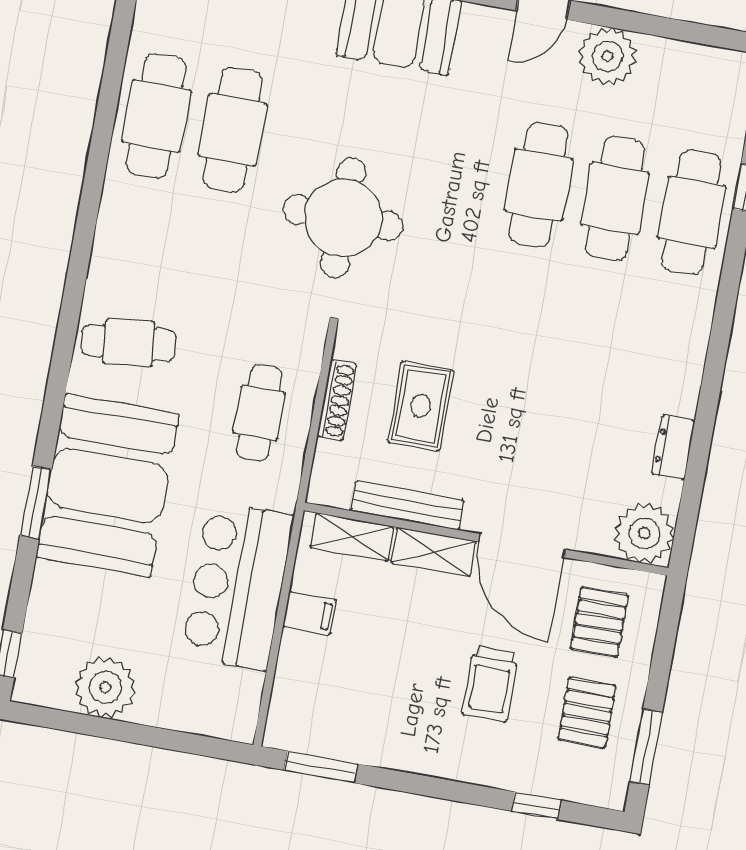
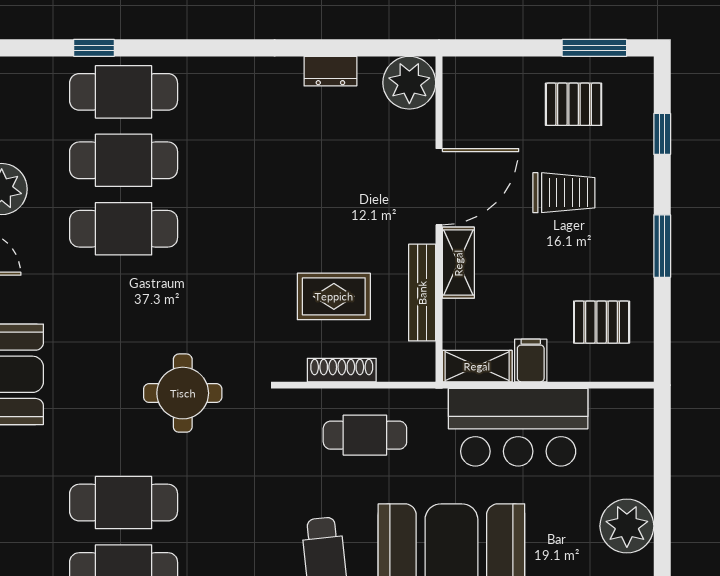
round table: (343, 218) -> (183, 393), width x0.73, depth x0.73
shelving: (352, 537) -> (477, 366), moved, turned 90
pallet: (599, 622) -> (602, 322), moved
window: (321, 767) -> (662, 246), moved

